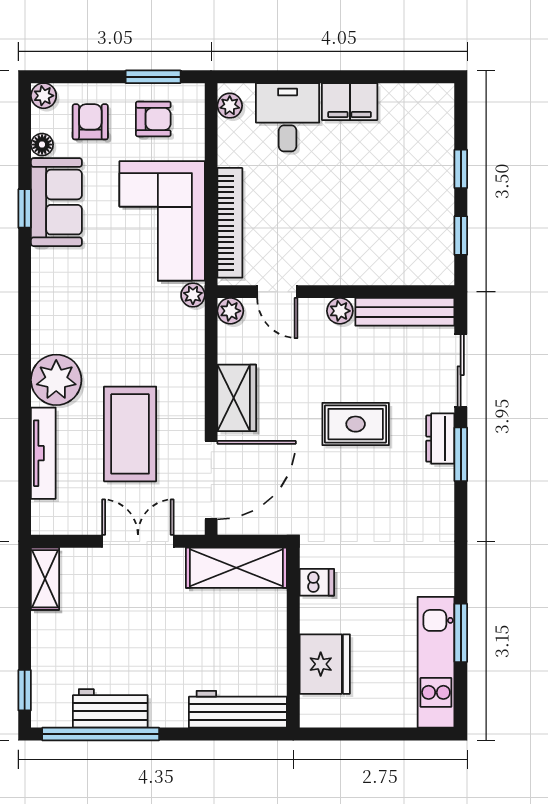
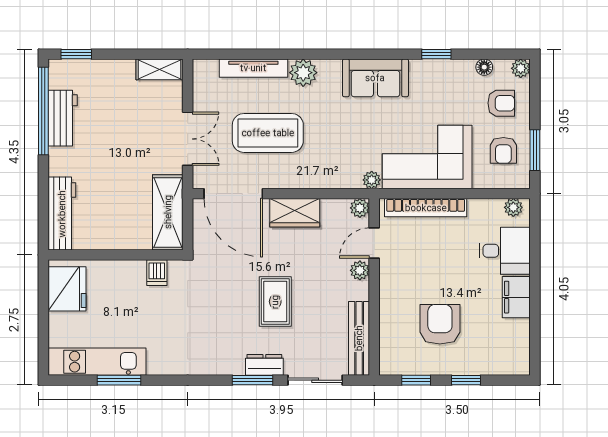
sofa: (56, 202) -> (375, 78), moved
armchair: (386, 204) -> (440, 324), added
plant: (340, 311) -> (360, 270), moved
plant: (56, 380) -> (303, 73), width x0.73, depth x0.73
fridge: (325, 664) -> (67, 289), moved, turned -90

